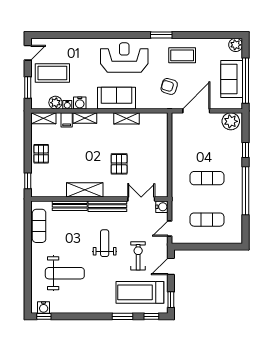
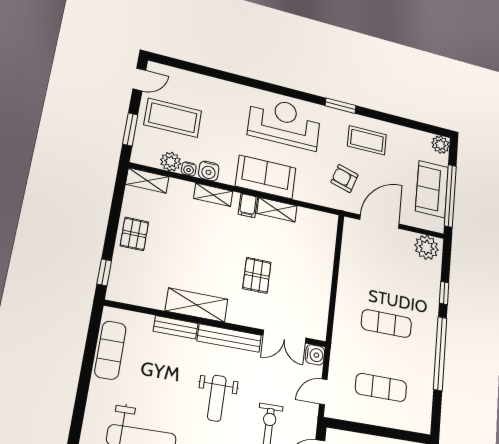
filing cabinet: (67, 120) -> (248, 205), moved
double door: (141, 199) -> (285, 337), swing flipped
bench: (70, 206) -> (176, 327), width x0.73
weight bench: (105, 243) -> (217, 398), turned 180

